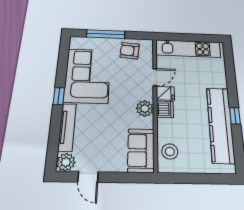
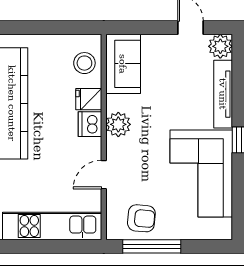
window: (106, 34) -> (152, 246), moved
fridge: (165, 93) -> (89, 99), moved

